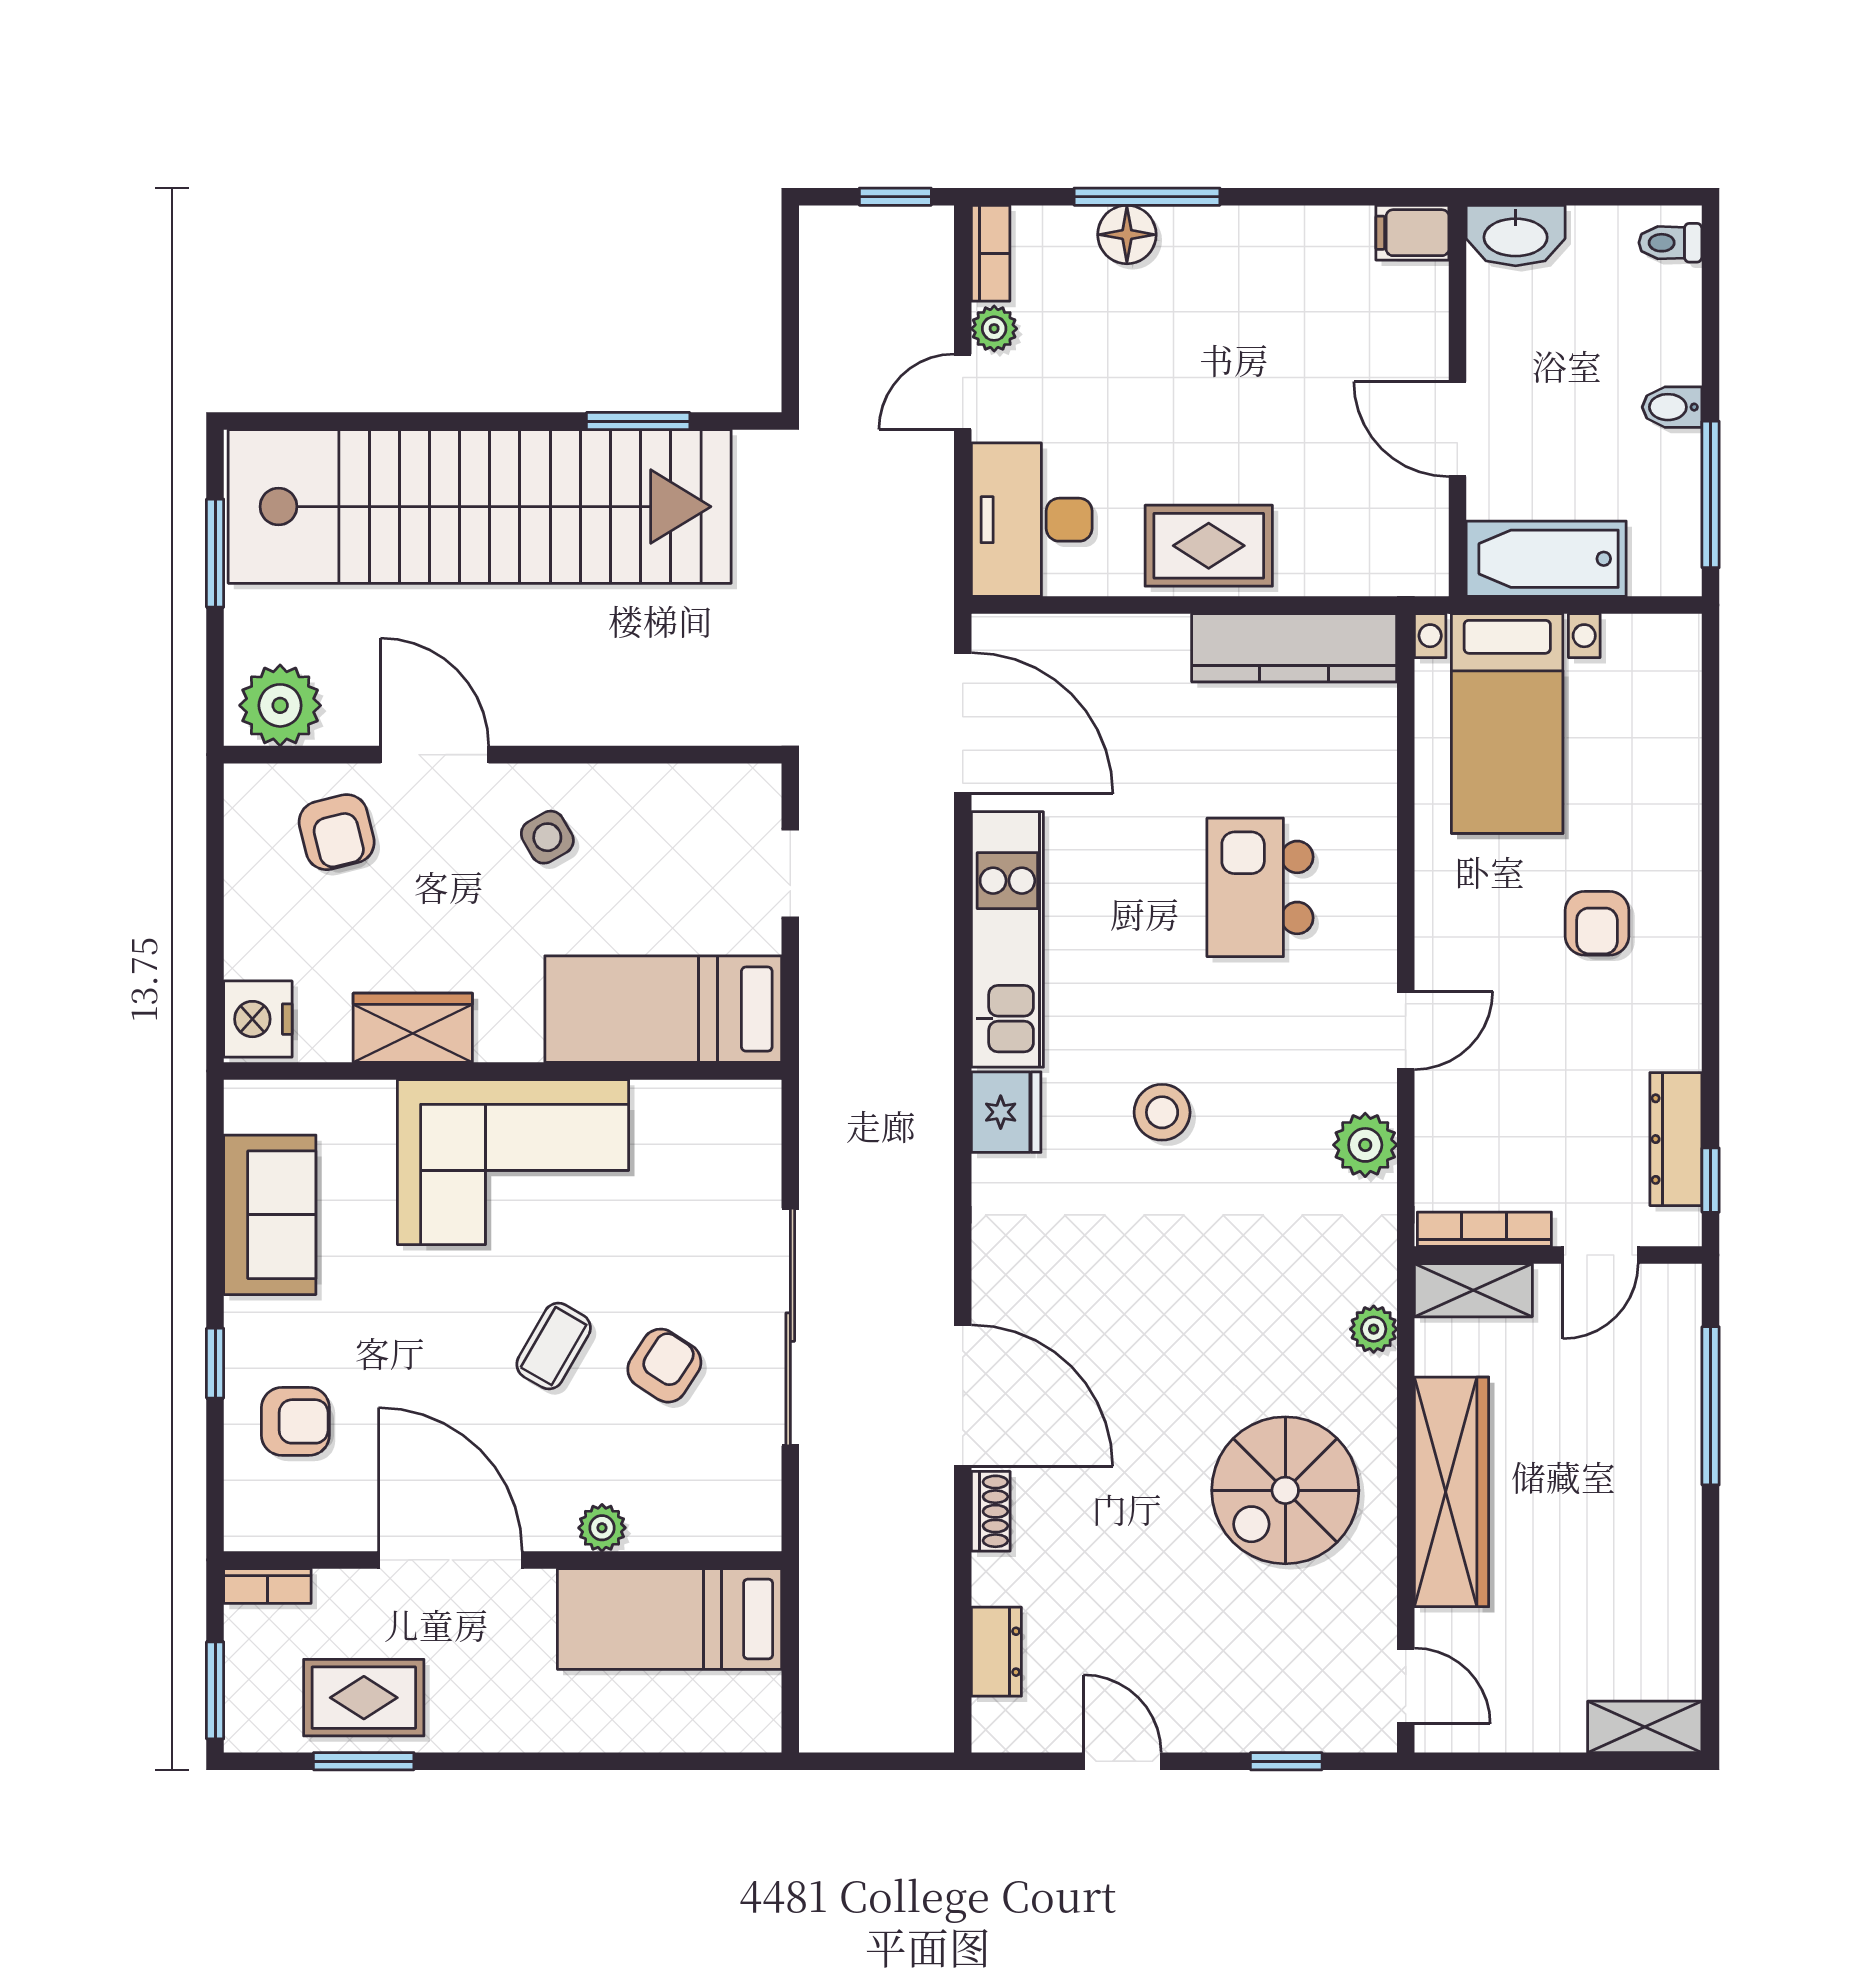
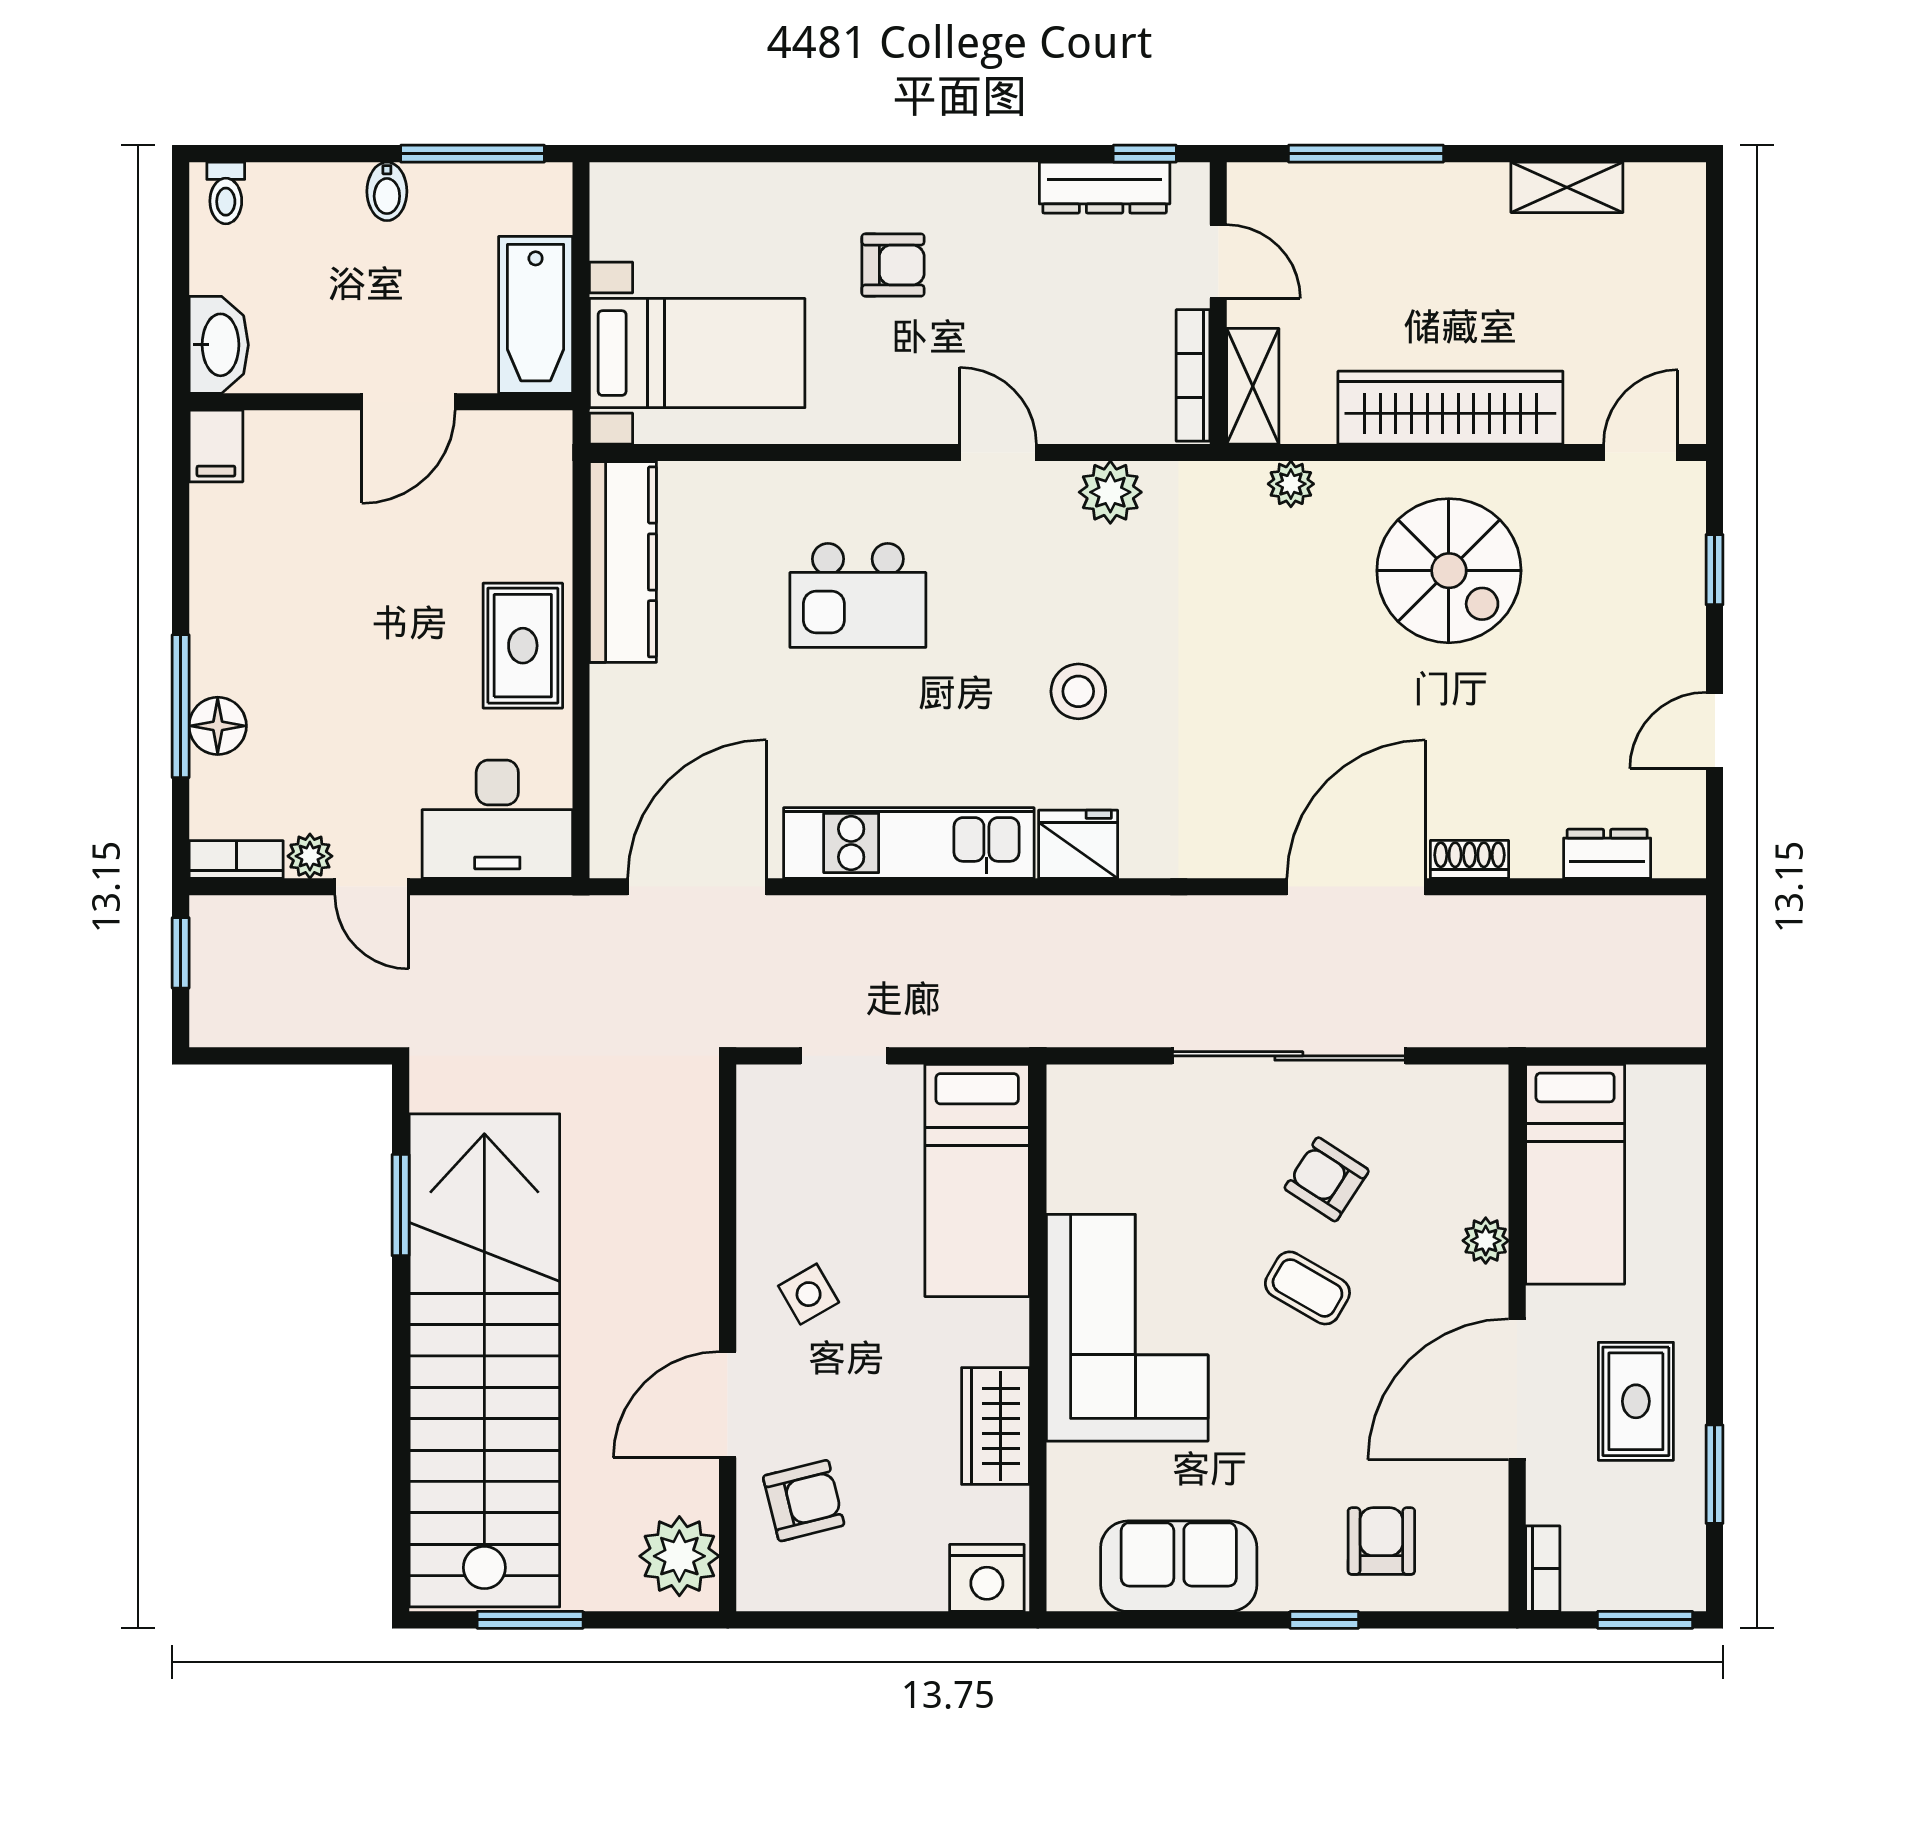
rug: (364, 1698) -> (1636, 1401), moved
shelving: (1645, 1727) -> (1567, 187), moved, turned 90

